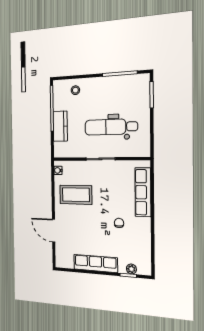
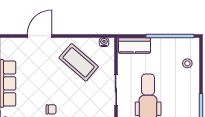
kitchen counter: (60, 126) -> (134, 45), moved
coffee table: (76, 195) -> (79, 62), turned -49

